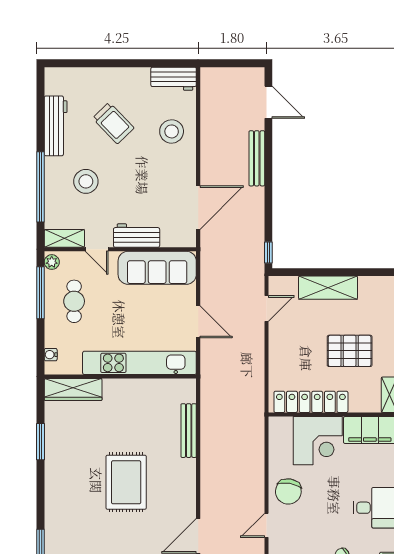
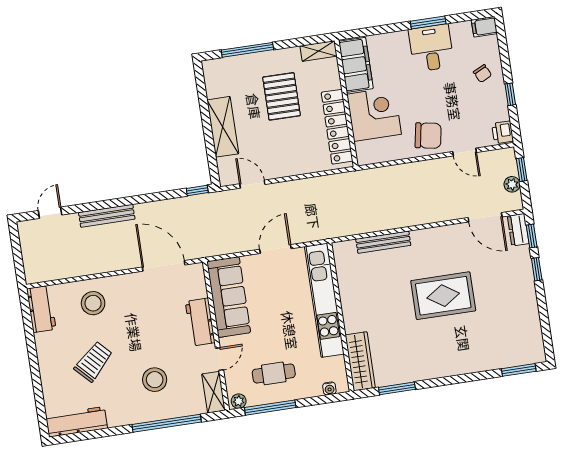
door: (268, 102) -> (50, 213), width x0.73
workbench: (56, 126) -> (77, 422), moved
window: (41, 442) -> (397, 388), moved

